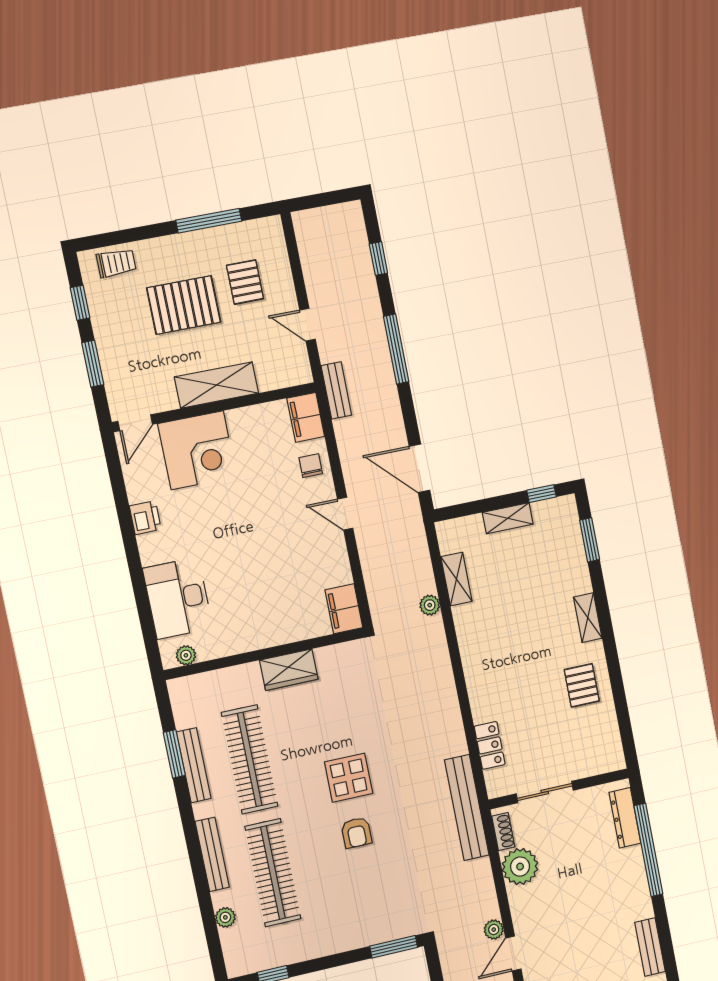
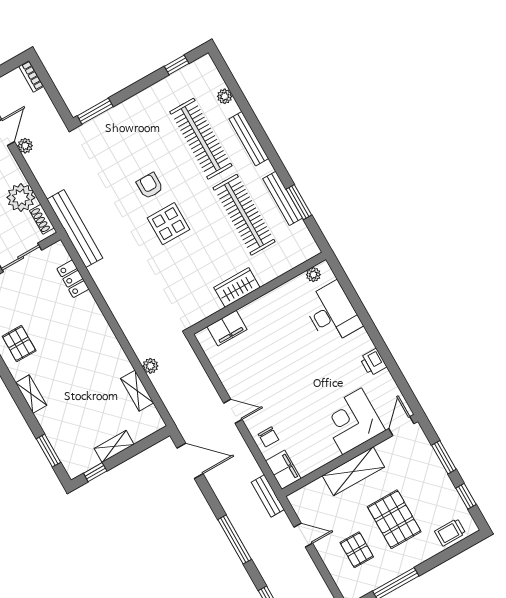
pallet: (184, 305) -> (394, 519), turned 90
filing cabinet: (344, 609) -> (227, 328), moved, turned 90

